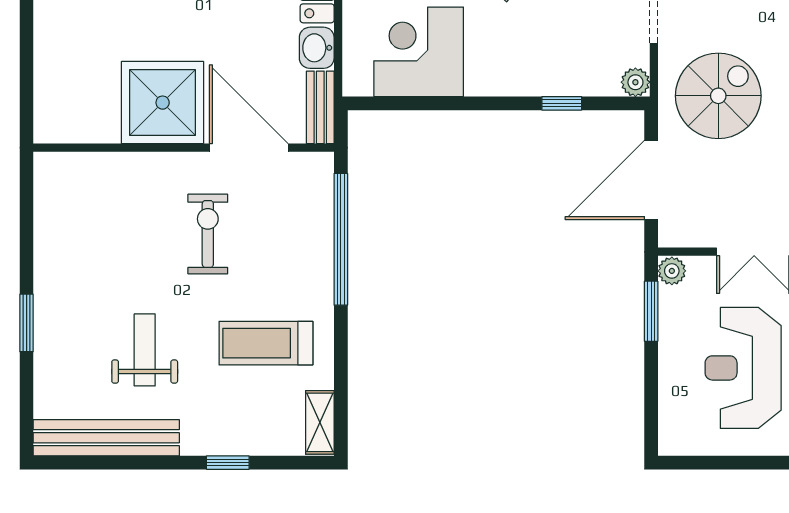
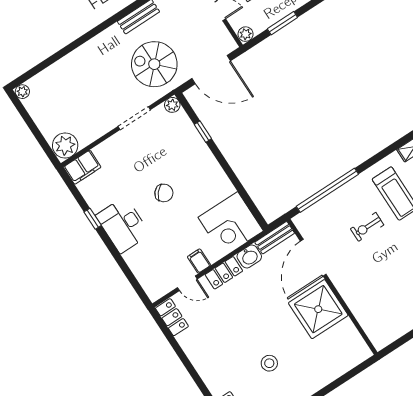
corner desk: (419, 52) -> (231, 224), moved
exercise bike: (208, 234) -> (367, 227), moved, width x0.73, depth x0.72
window: (651, 311) -> (282, 23), moved

